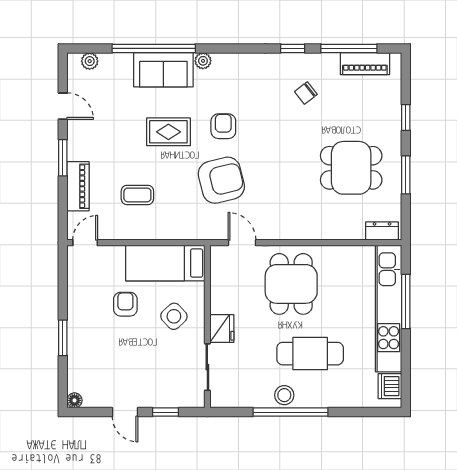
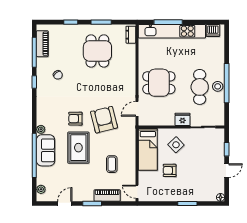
rug: (168, 132) -> (78, 148), width x1.36, depth x1.43
cafe table: (310, 354) -> (200, 87), moved

